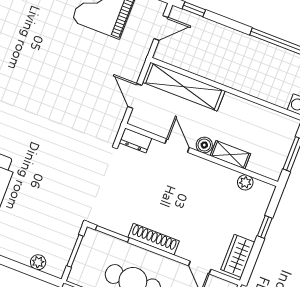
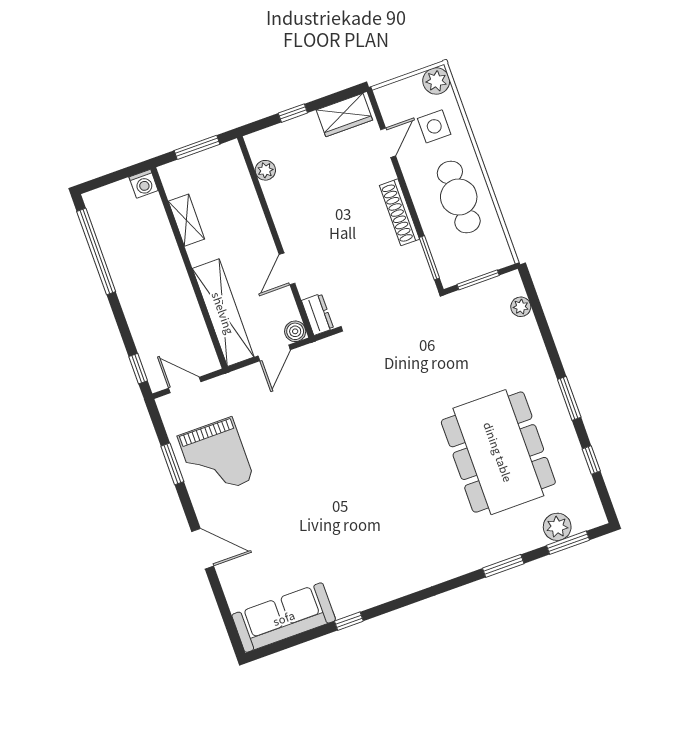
boiler: (204, 145) -> (295, 331), moved
shelving: (230, 155) -> (186, 220), moved

